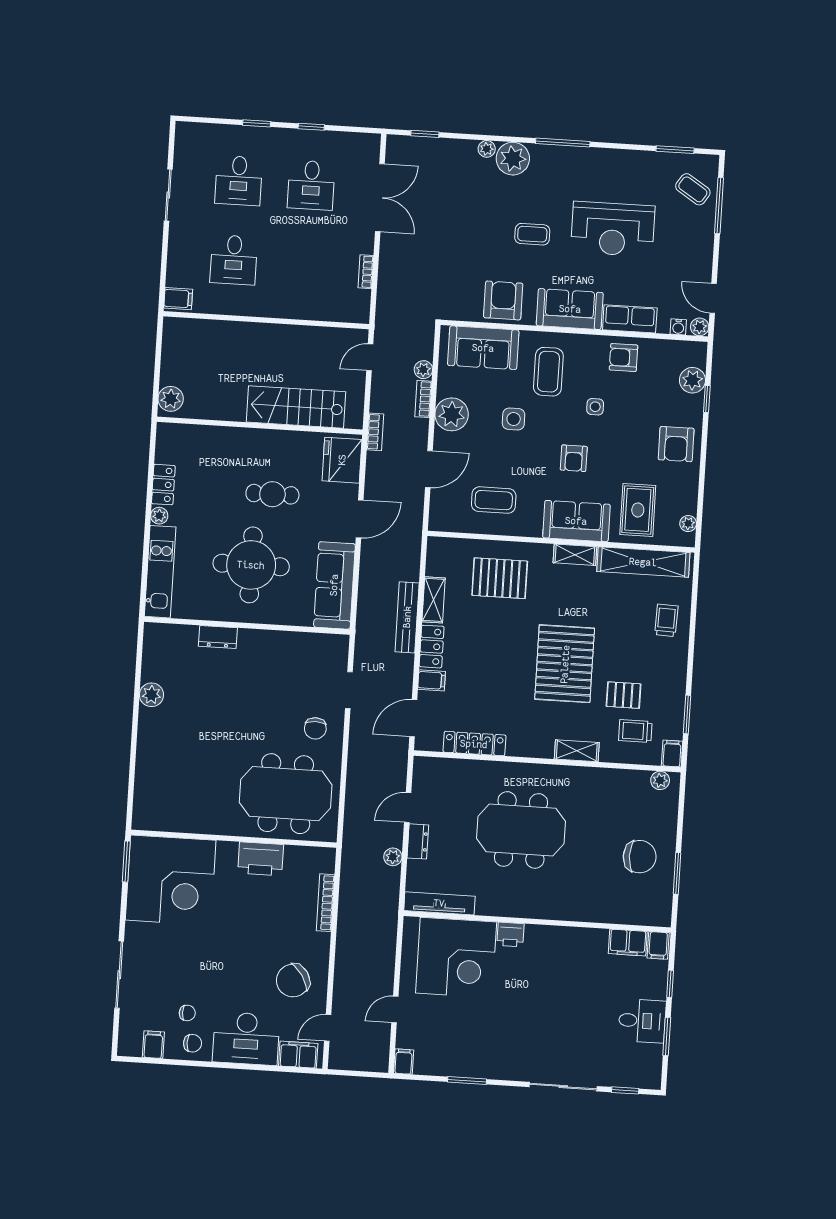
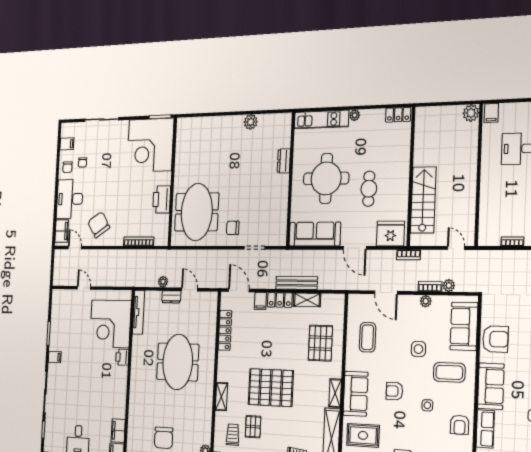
armchair: (624, 358) -> (460, 425), turned 180
plant: (171, 399) -> (471, 113), moved
plant: (452, 414) -> (426, 301), width x0.53, depth x0.53
locker: (163, 485) -> (398, 115), moved
filing cabinet: (404, 1062) -> (55, 357), moved

